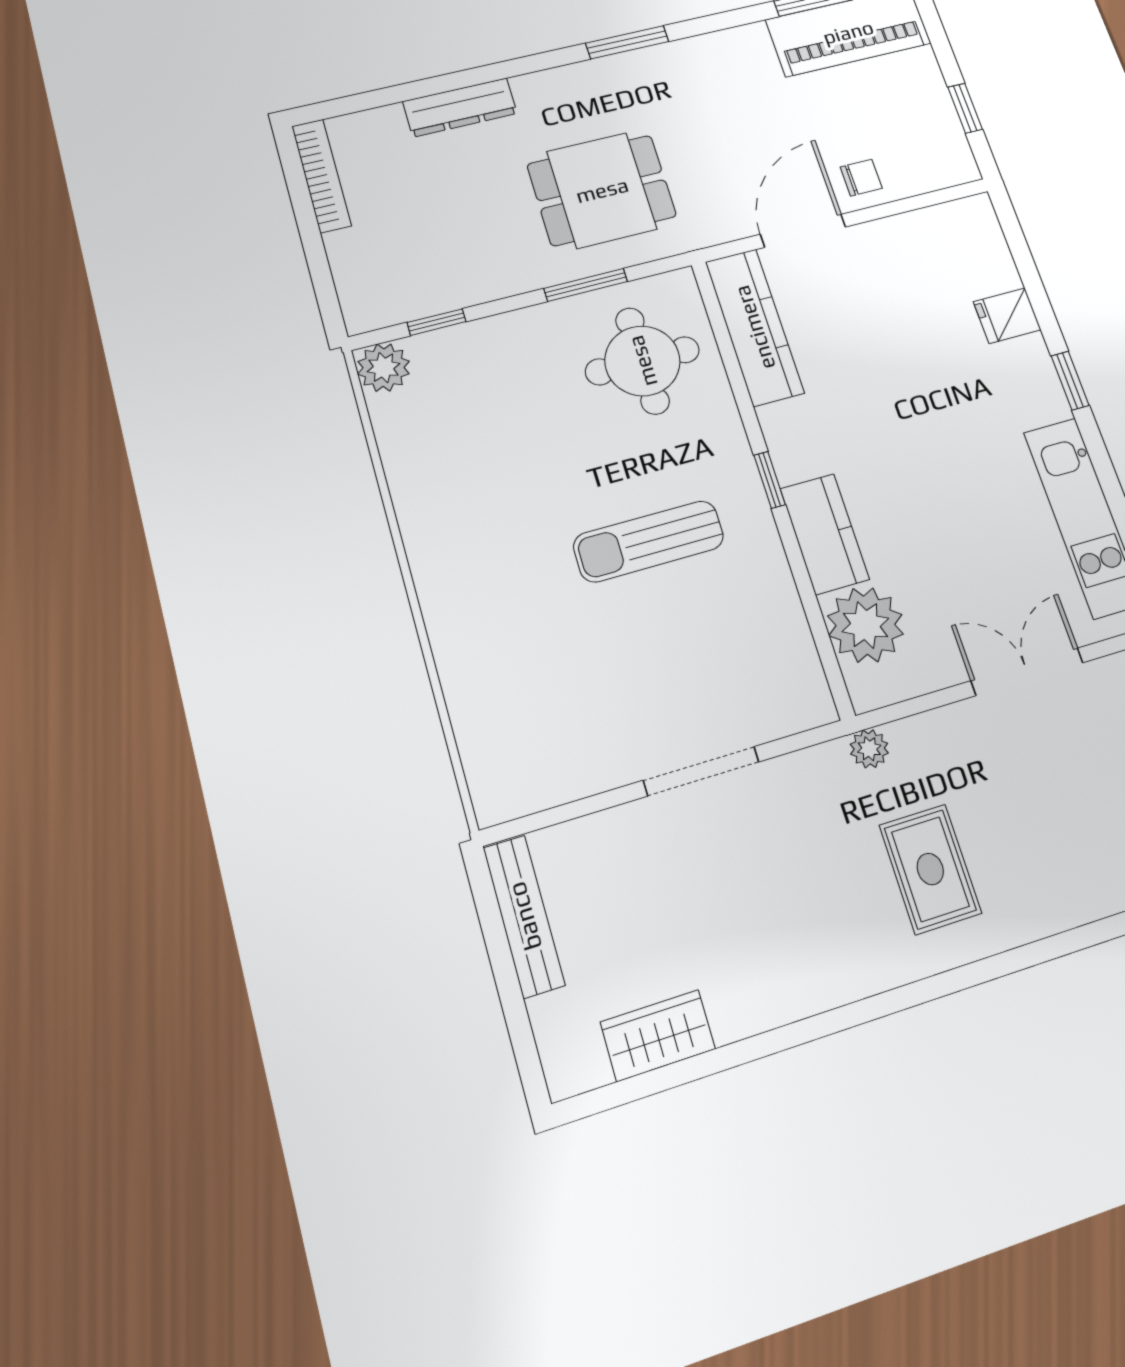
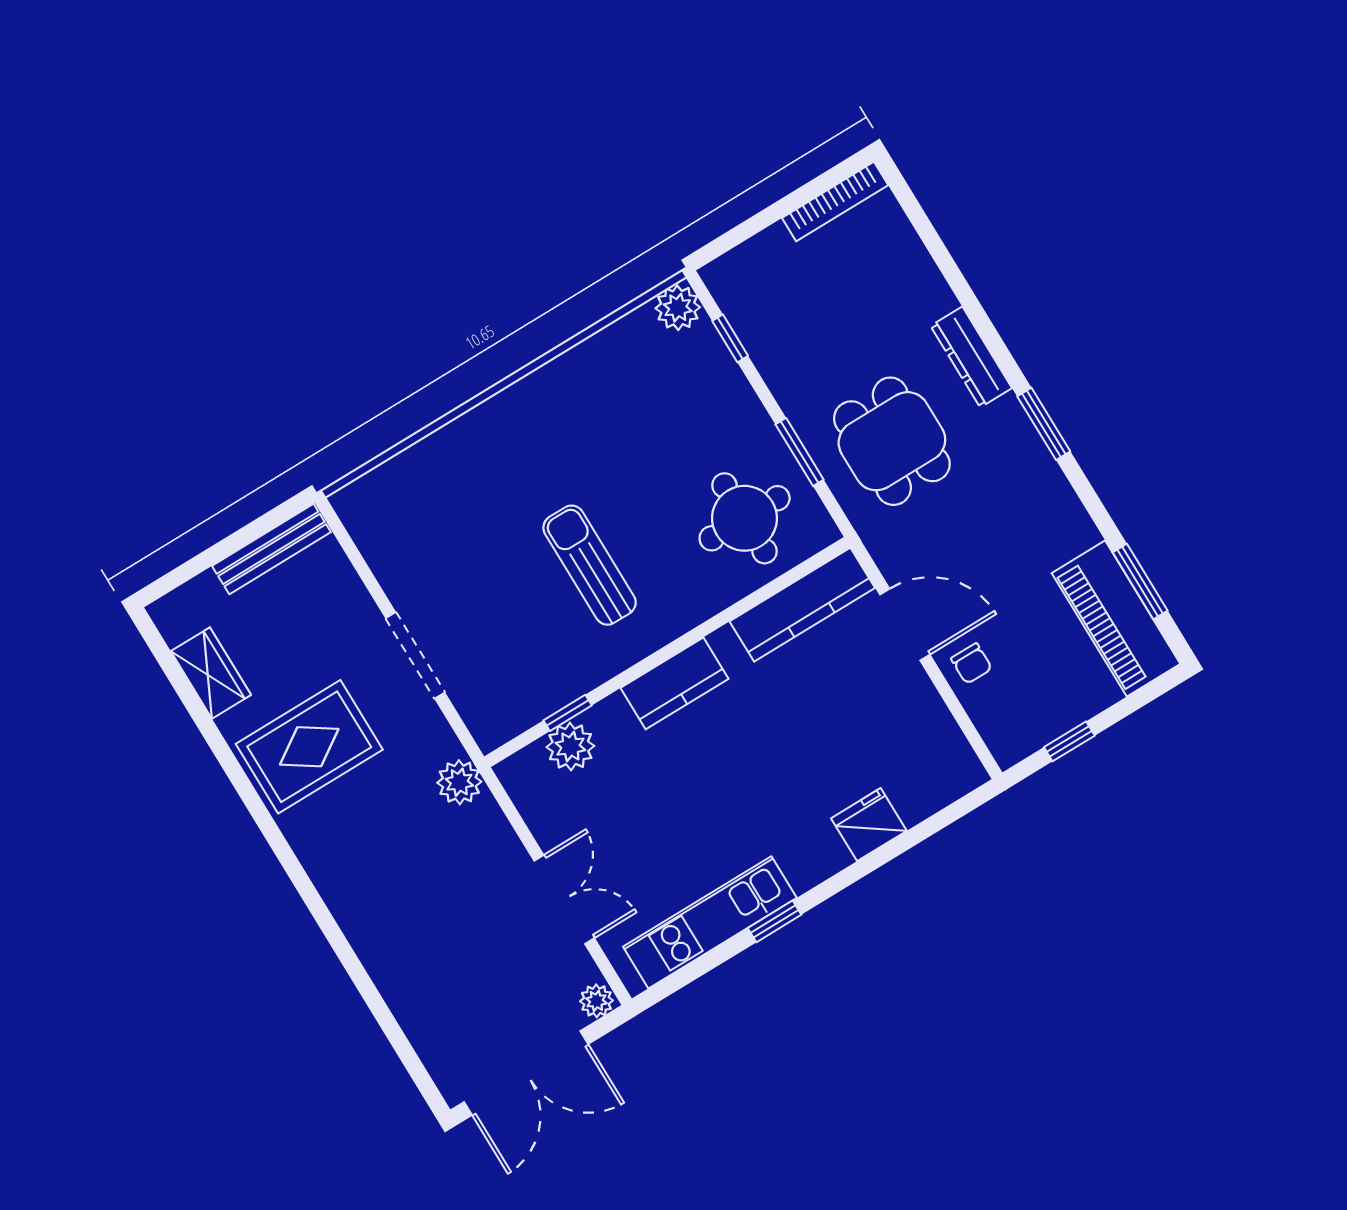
dresser: (460, 107) -> (971, 357), moved
fridge: (1007, 316) -> (869, 825), width x1.38
window: (1070, 381) -> (775, 921), moved
window: (770, 480) -> (568, 713), moved
kitchen counter: (825, 534) -> (675, 683), moved
plant: (865, 625) -> (570, 747), width x0.73, depth x0.73
plant: (869, 749) -> (459, 782), width x1.38, depth x1.38
rug: (930, 869) -> (309, 747), moved, width x1.36, depth x1.43

